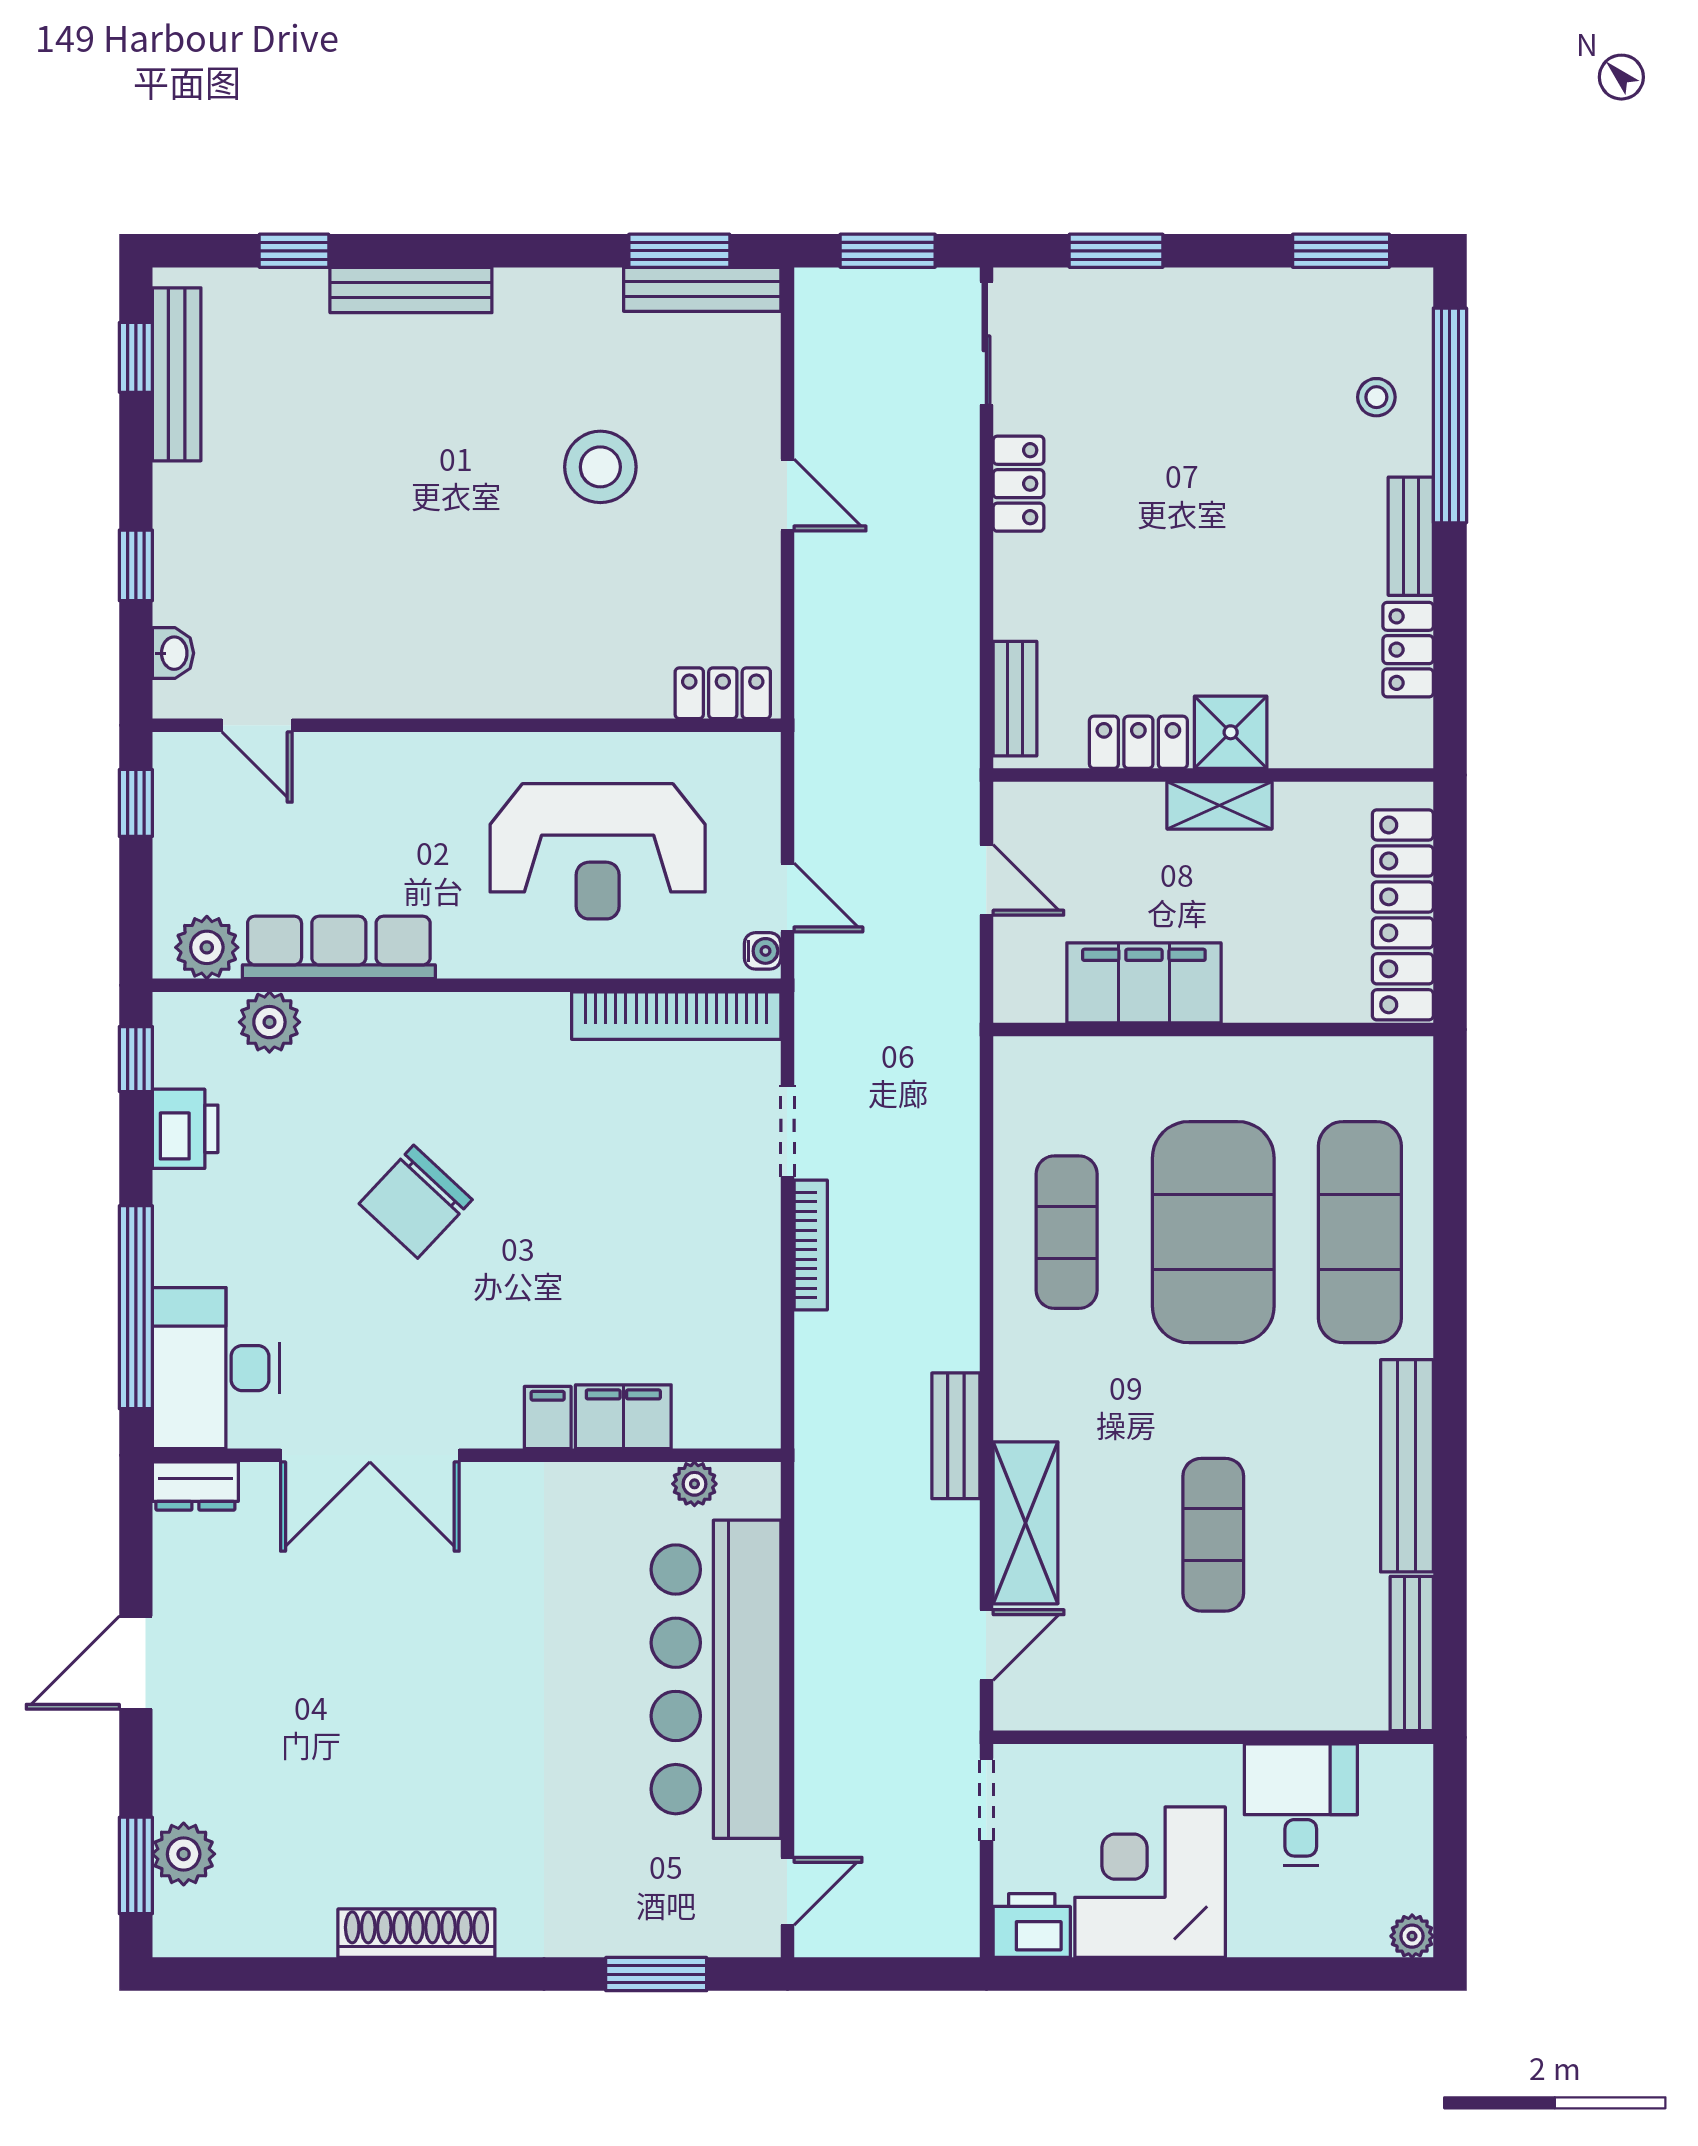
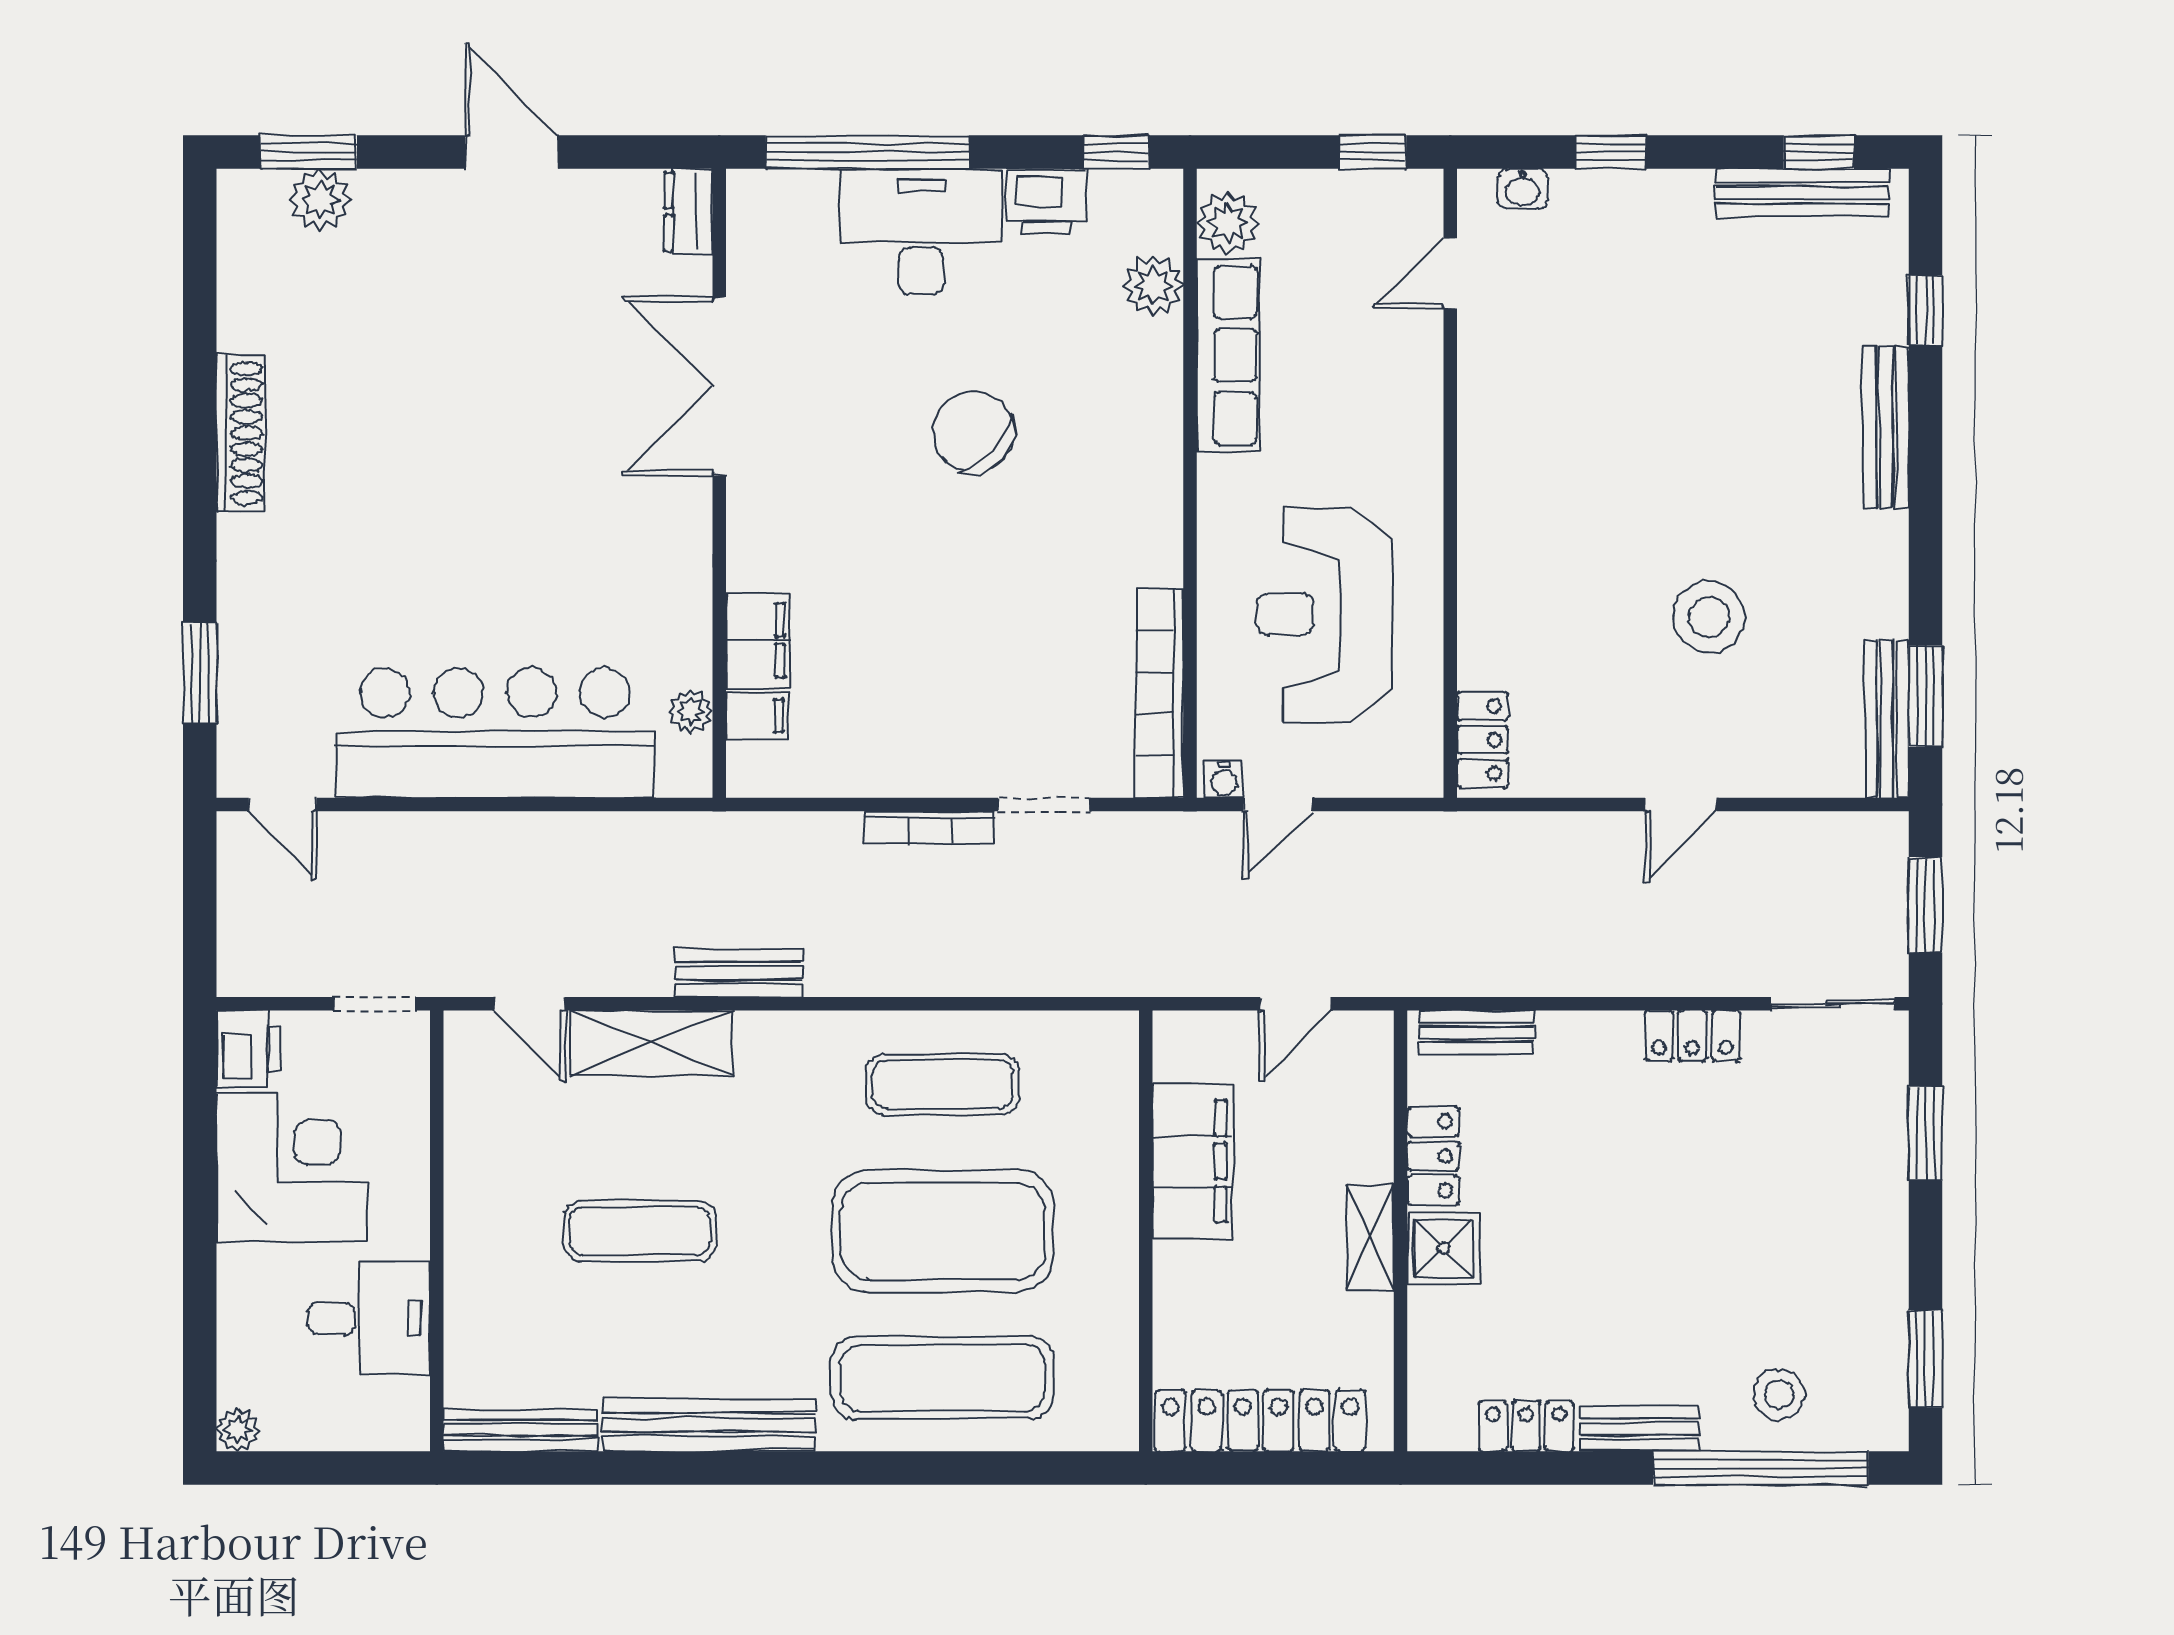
stool: (1376, 397) -> (1779, 1394), width x1.37, depth x1.37
desk: (216, 1368) -> (921, 232), moved
filing cabinet: (548, 1418) -> (757, 716), moved

